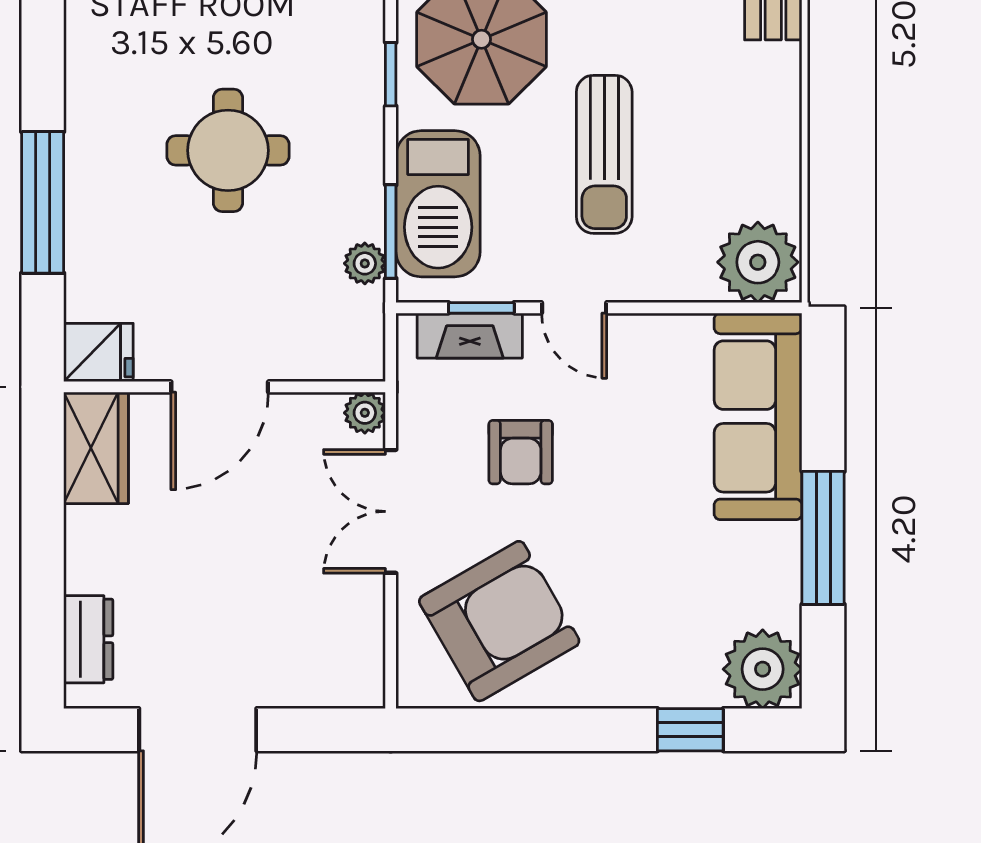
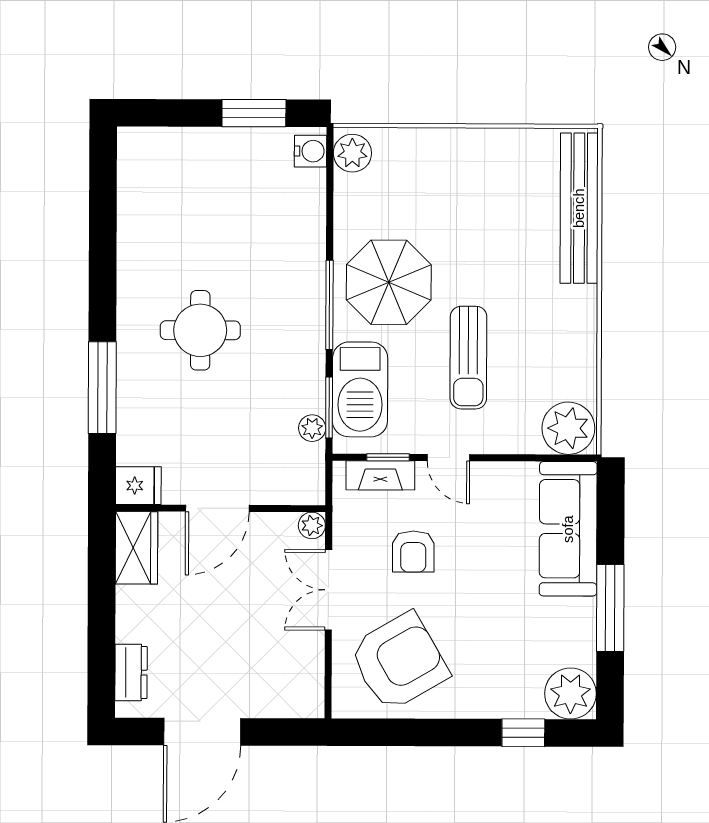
window: (391, 74) -> (329, 305), width x2.17
round table: (228, 150) -> (200, 330), moved

